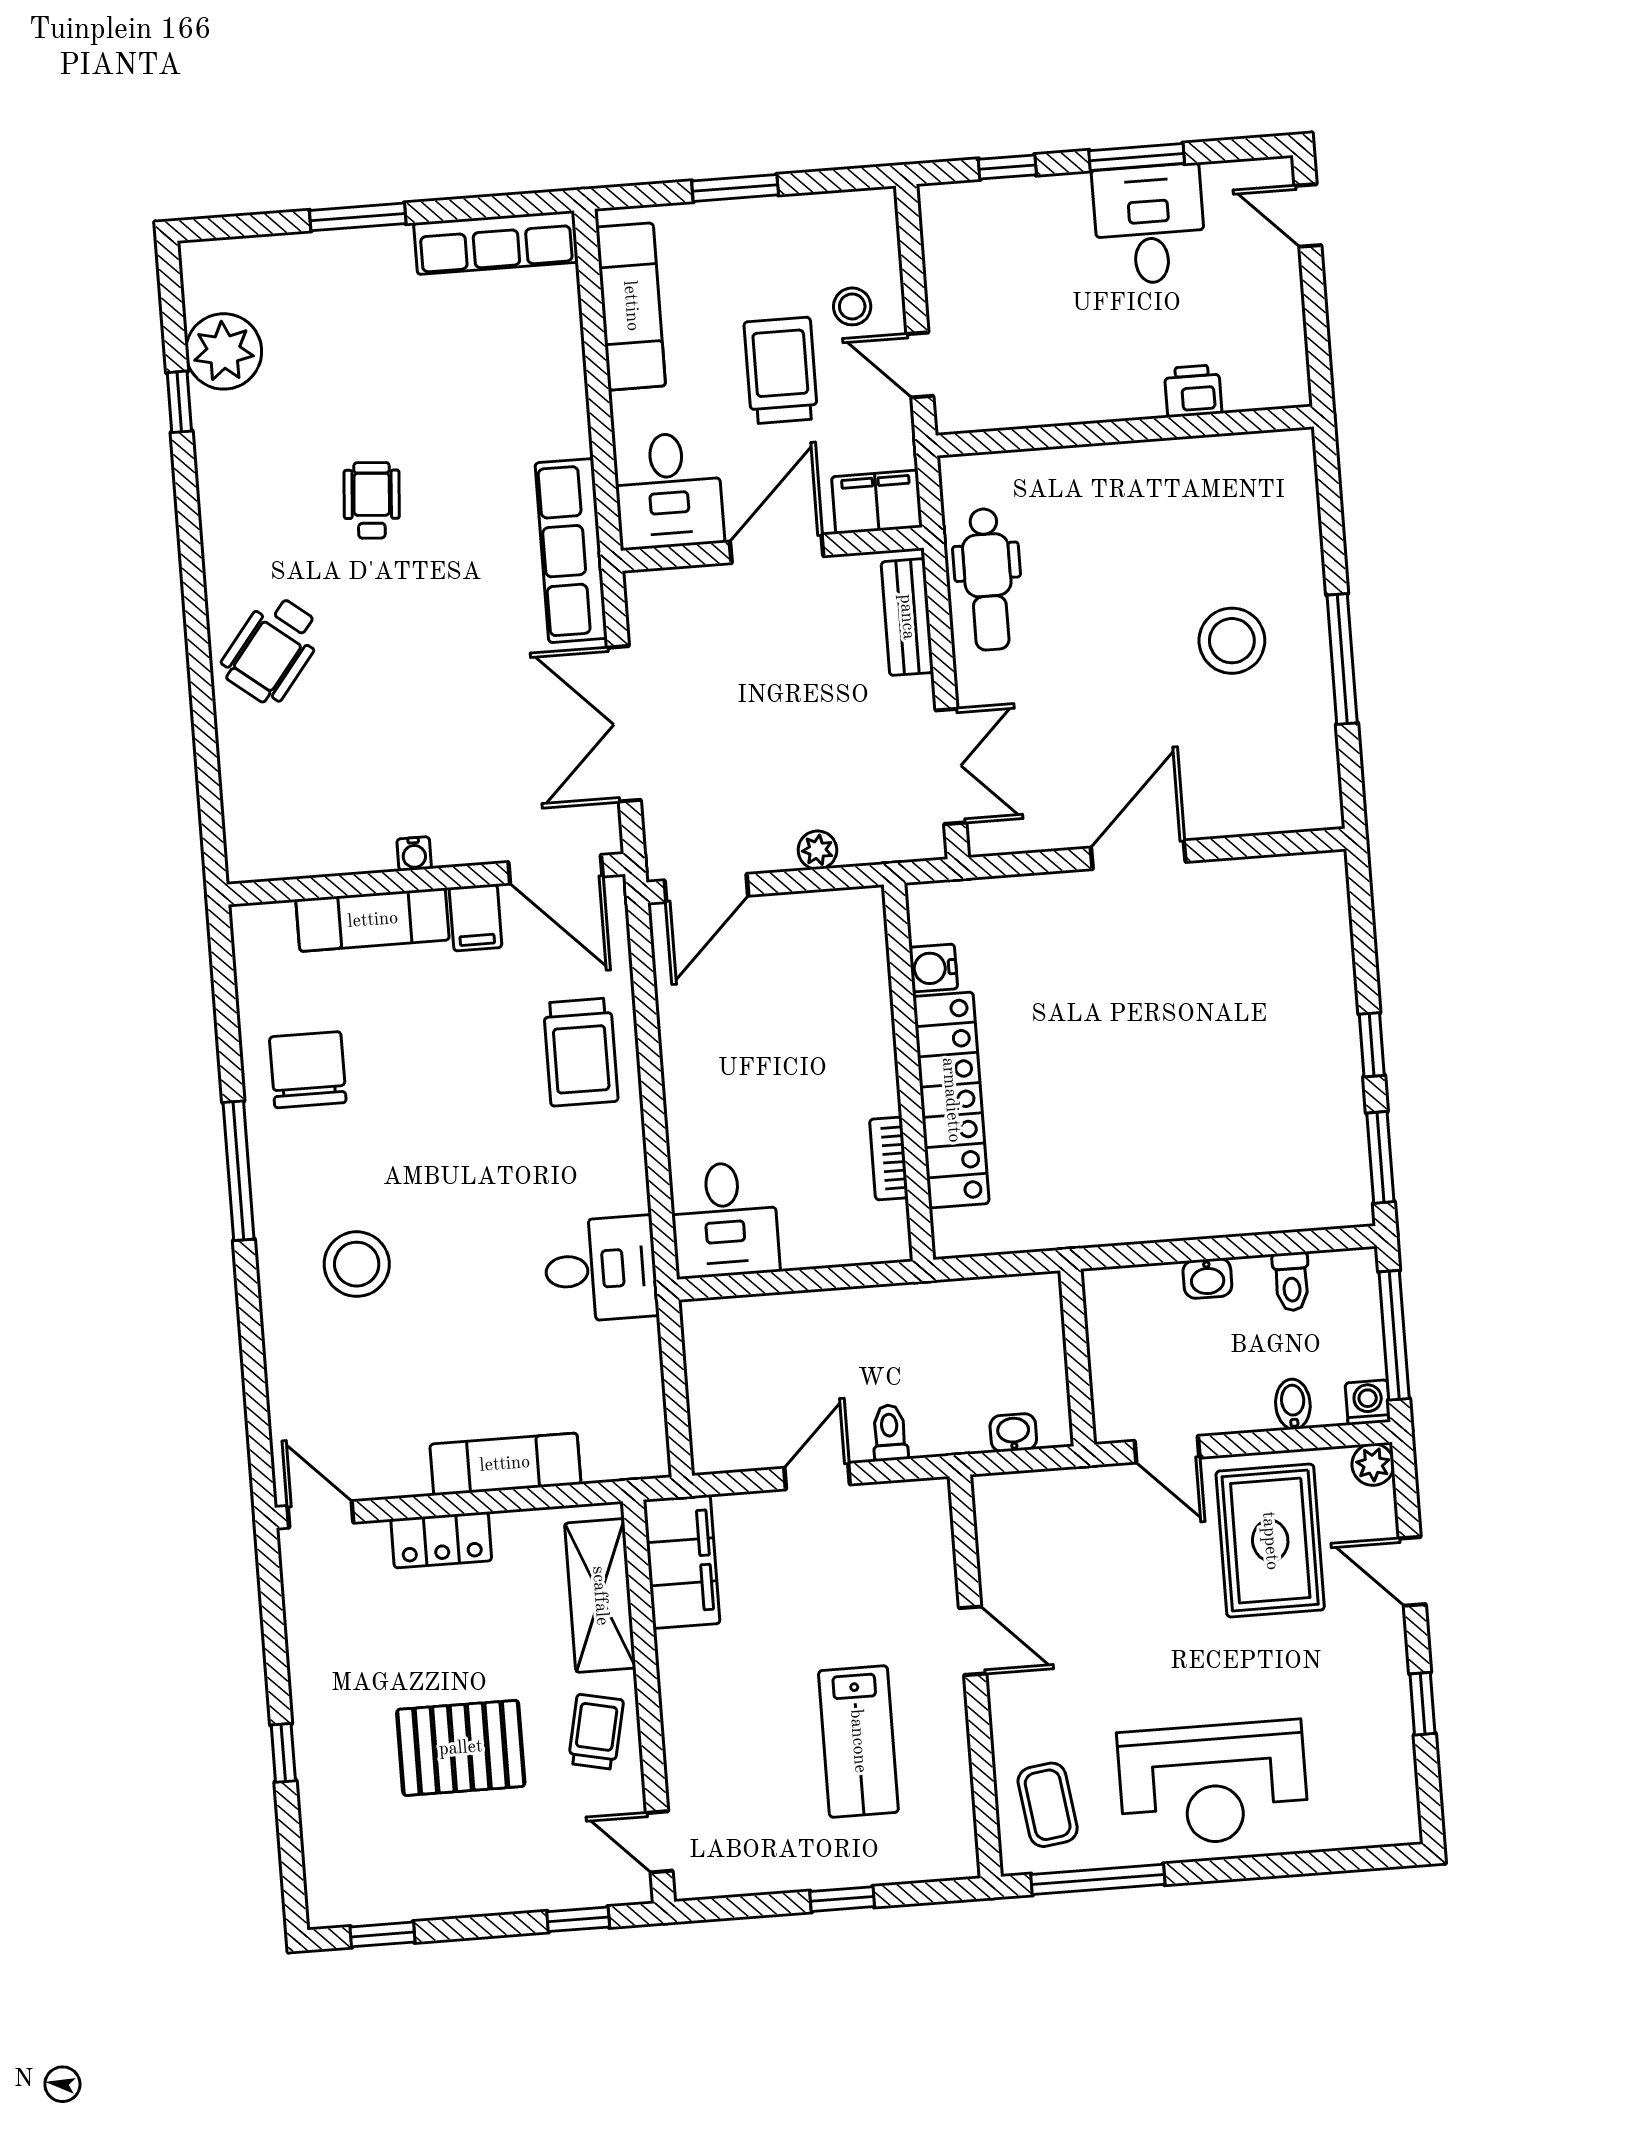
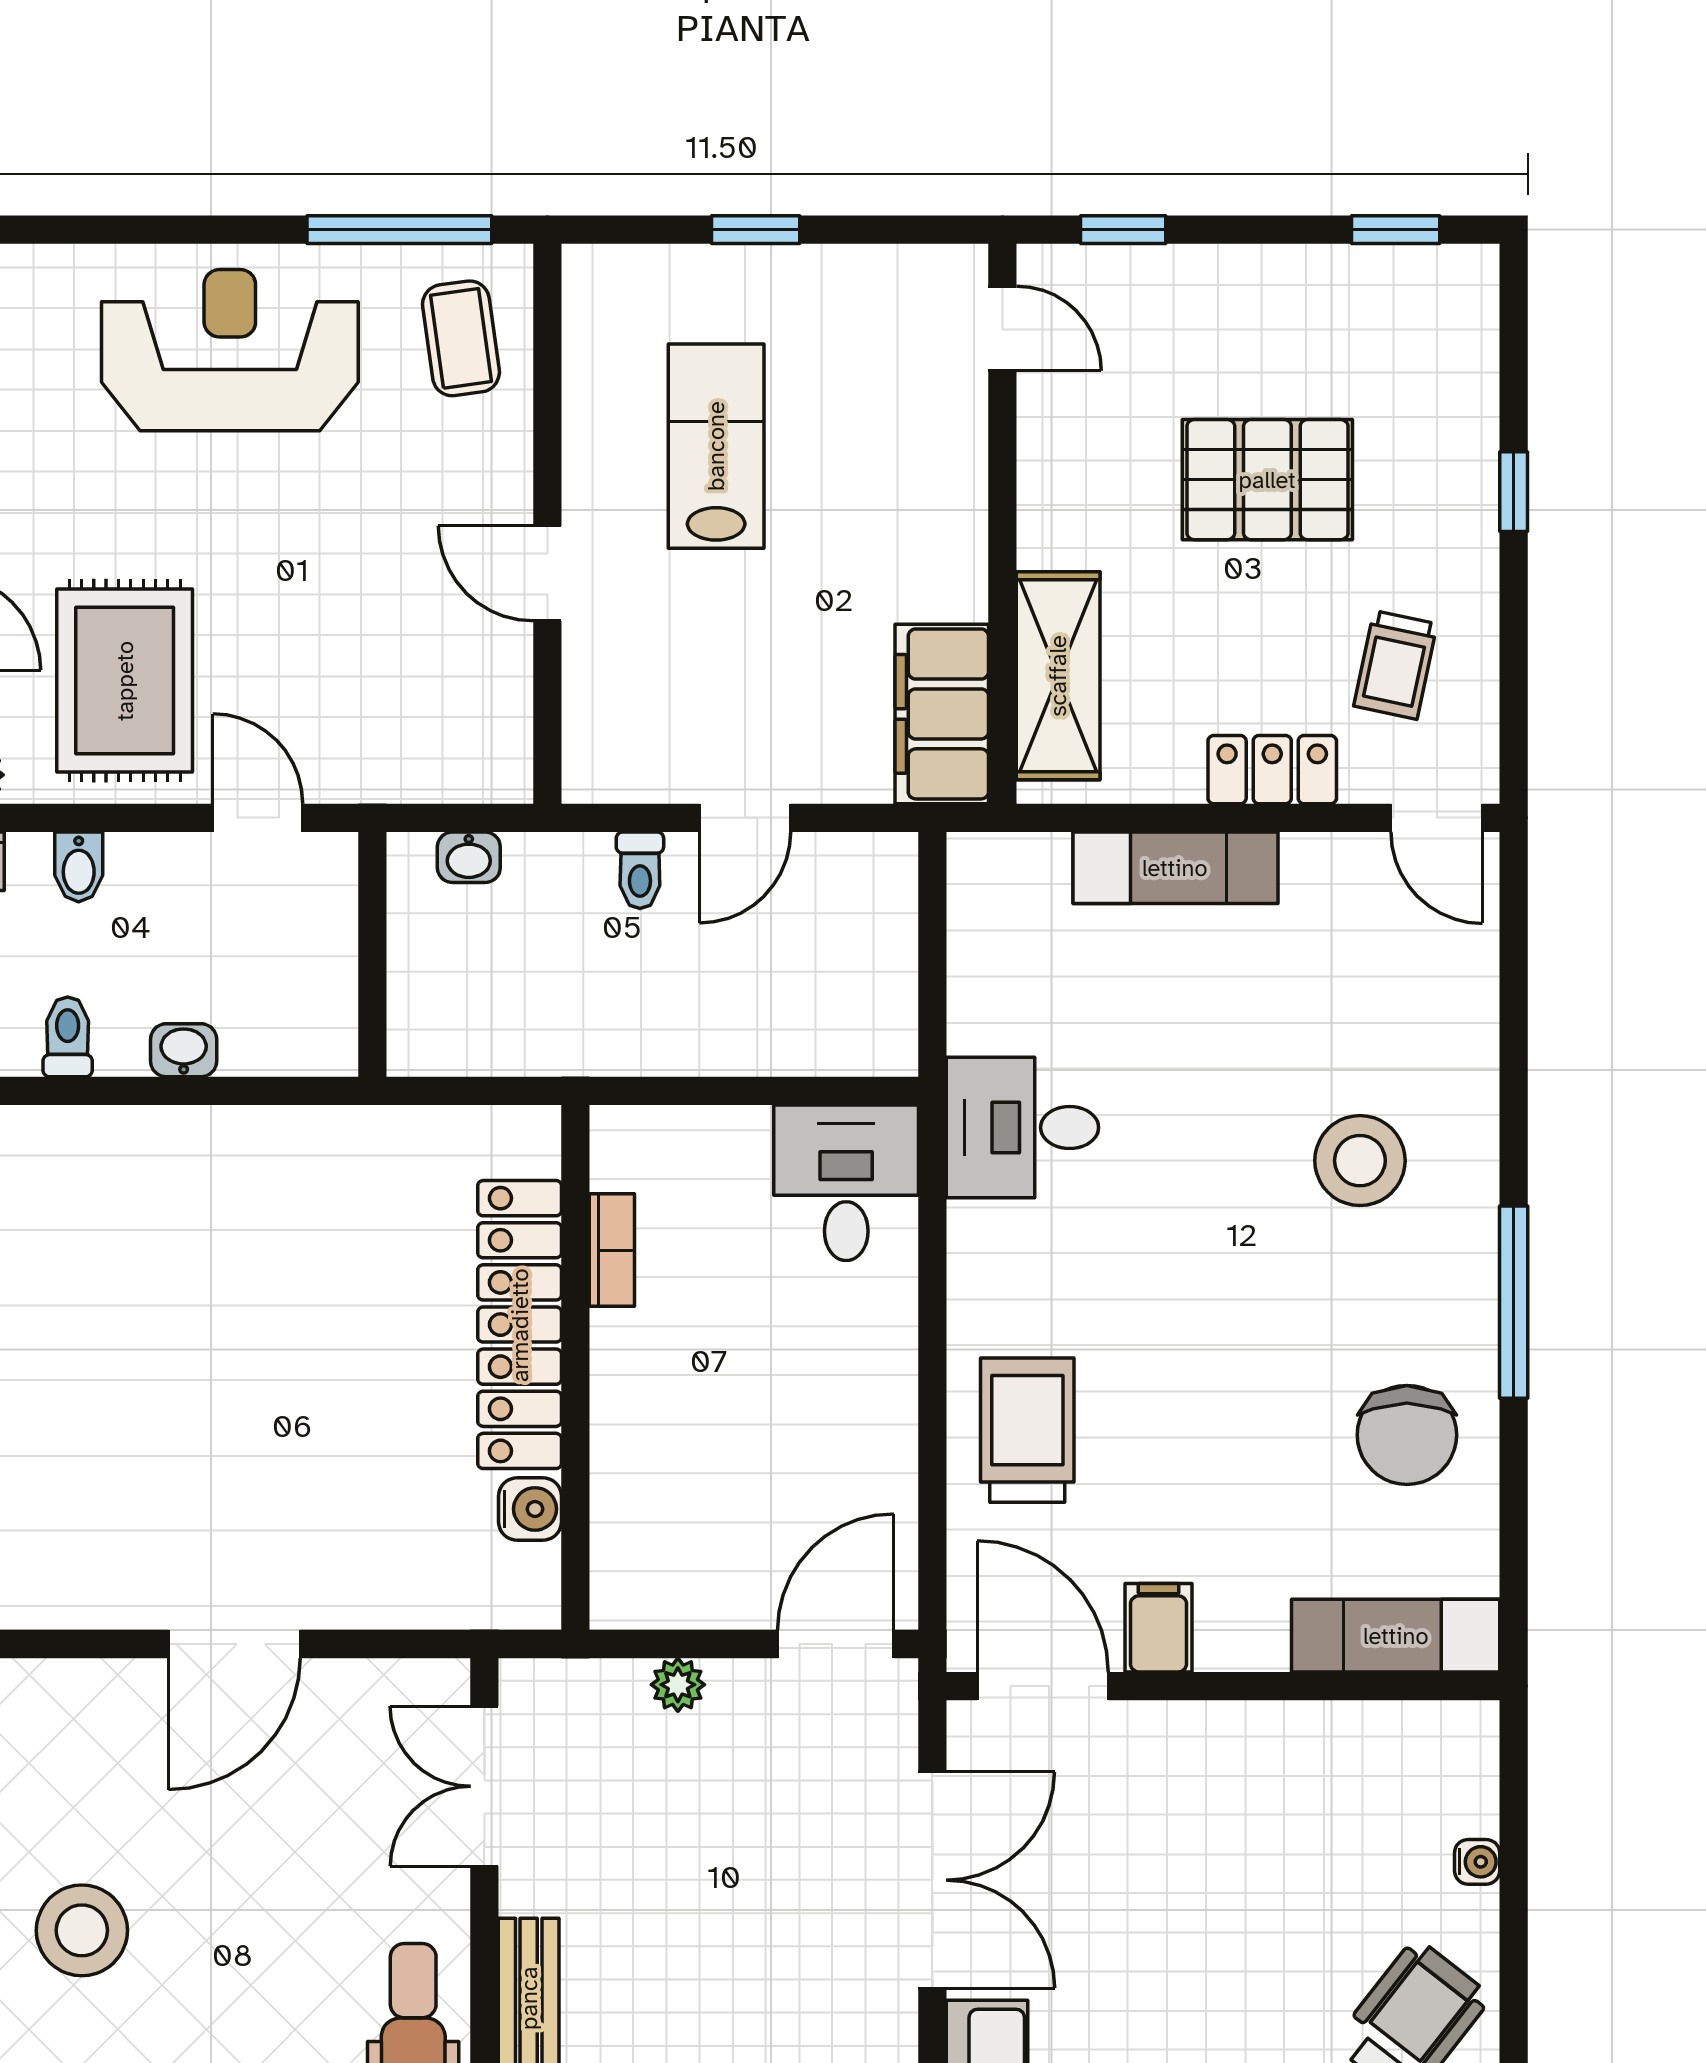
water cooler: (414, 854) -> (1477, 1862), moved, turned 90
exam couch: (373, 920) -> (1396, 1636), moved
trolley: (596, 1732) -> (1395, 665), moved

